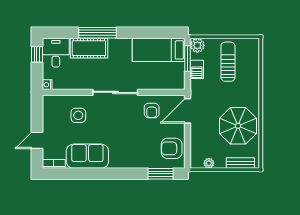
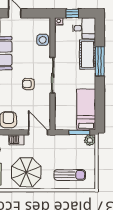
window: (37, 54) -> (72, 13), moved
sun lounger: (228, 62) -> (70, 175), moved
barbecue: (197, 69) -> (16, 140), moved
armchair: (152, 111) -> (28, 84), moved
side table: (78, 115) -> (43, 40), moved

